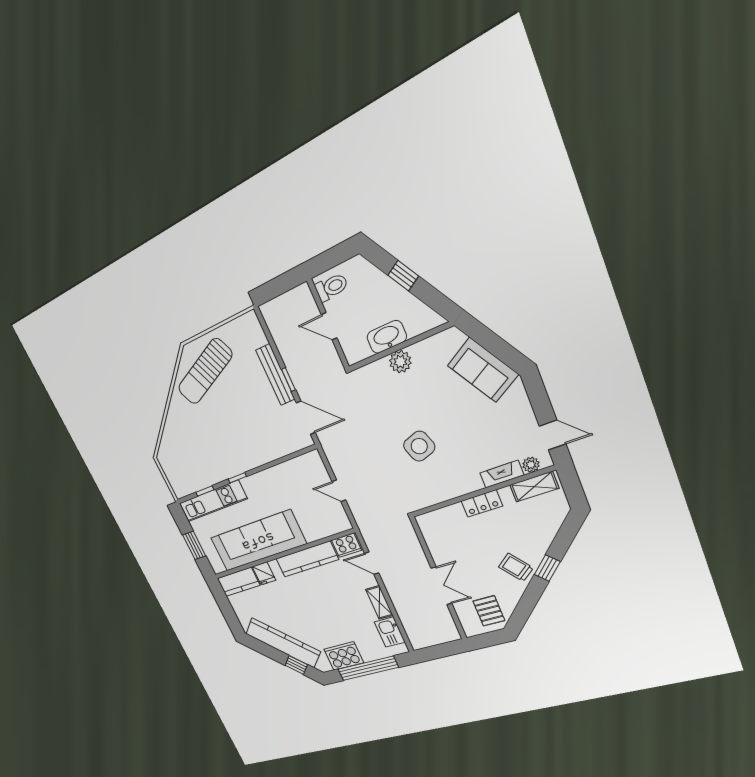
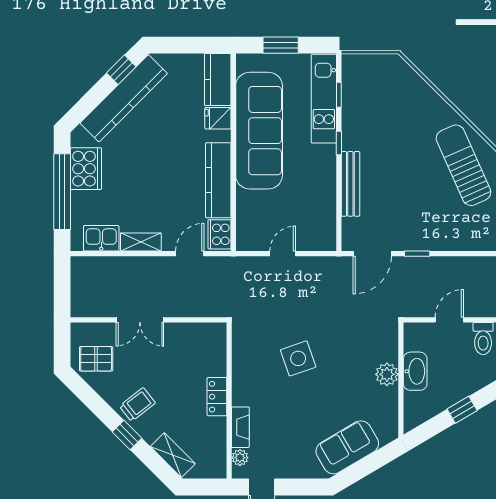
bench: (275, 375) -> (350, 184), moved, turned 90
shelving: (534, 487) -> (173, 455), moved, turned -45
window: (296, 665) -> (121, 70), moved

